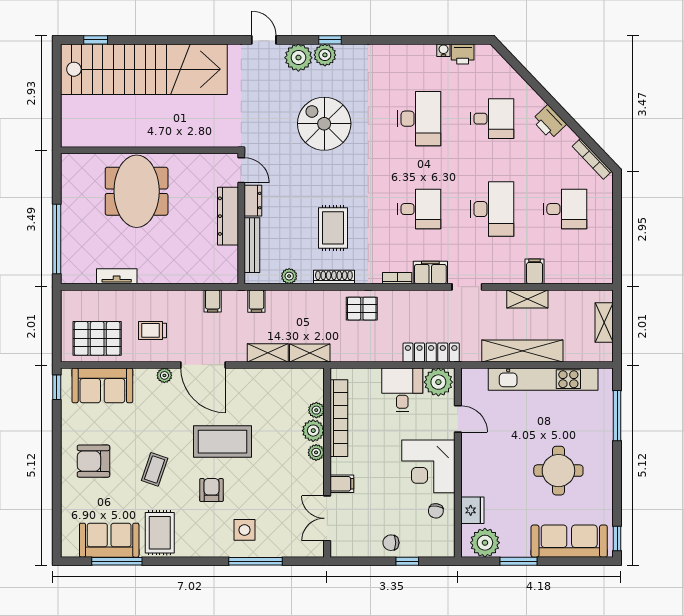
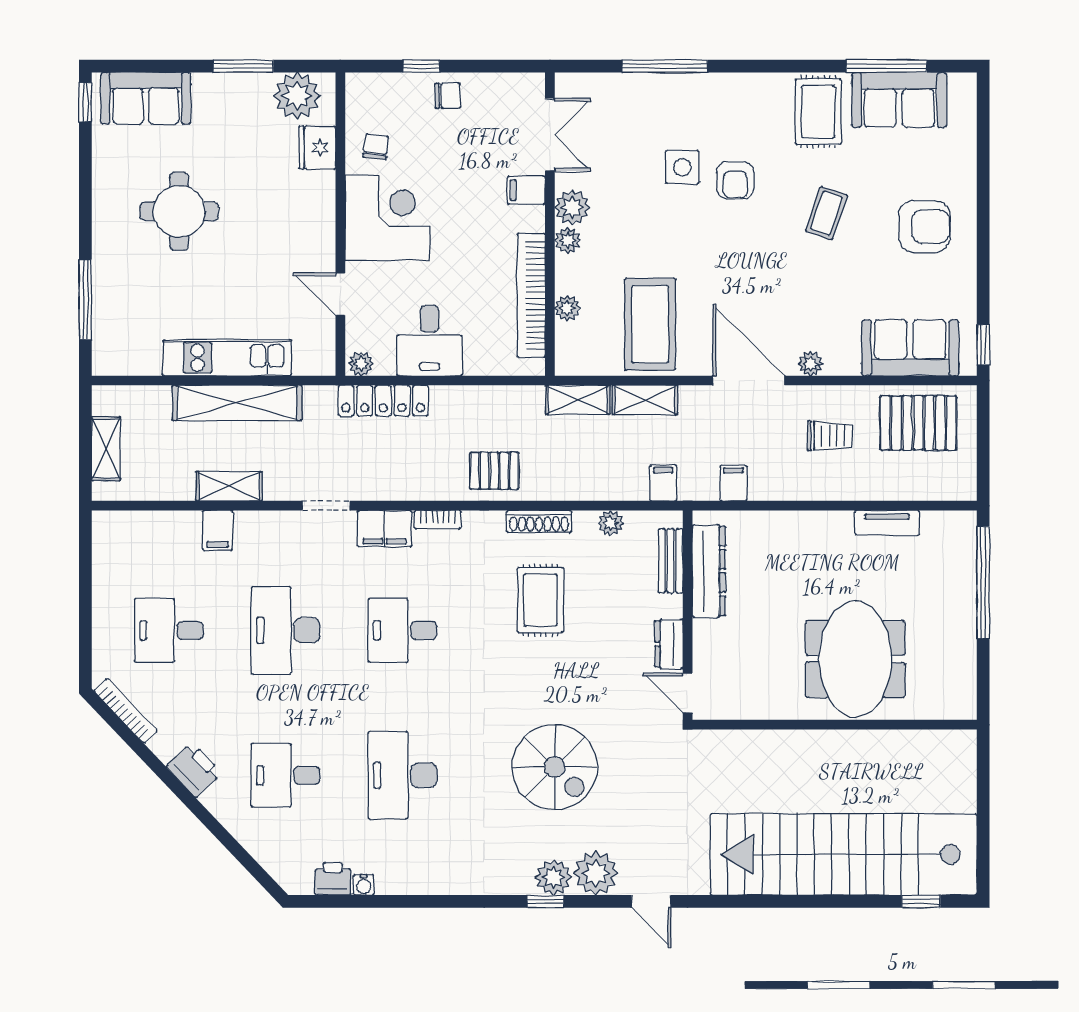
dresser: (228, 216) -> (709, 571), moved
bench: (252, 245) -> (671, 561), width x0.73
kitchen unit: (543, 379) -> (227, 358), width x0.73
plant: (438, 382) -> (361, 364), width x0.53, depth x0.53
plant: (313, 431) -> (572, 207), moved
coffee table: (222, 442) -> (650, 324), moved, turned 90
side table: (244, 530) -> (682, 167), moved
sofa: (569, 541) -> (146, 98), width x0.73

